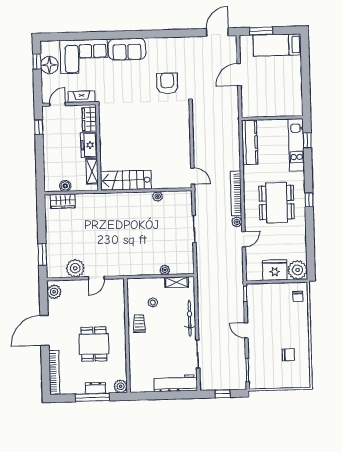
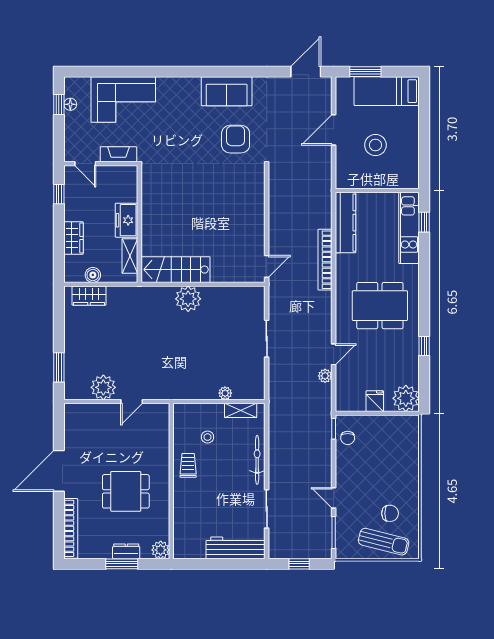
sofa: (127, 49) -> (227, 91), moved
floor lamp: (49, 65) -> (70, 104), width x0.53, depth x0.53
stool: (270, 85) -> (375, 145), added
door: (57, 104) -> (85, 164), swing flipped
wardrobe: (89, 119) -> (74, 238), moved, turned 180
door: (193, 176) -> (267, 266), hinge flipped
bookcase: (236, 193) -> (325, 260), moved
plant: (158, 196) -> (188, 299), moved, width x1.88, depth x1.88
window: (309, 200) -> (424, 346), moved
dining table: (277, 202) -> (380, 306), turned 90
plant: (237, 222) -> (325, 376), moved
fridge: (275, 270) -> (375, 401), width x0.53, depth x0.75
plant: (54, 292) -> (74, 419), removed
chair: (298, 296) -> (348, 438), moved
door: (246, 330) -> (334, 498), moved
dining table: (94, 344) -> (126, 491), turned 90
sun lounger: (284, 376) -> (384, 542), added
window: (92, 397) -> (122, 564), width x0.69

